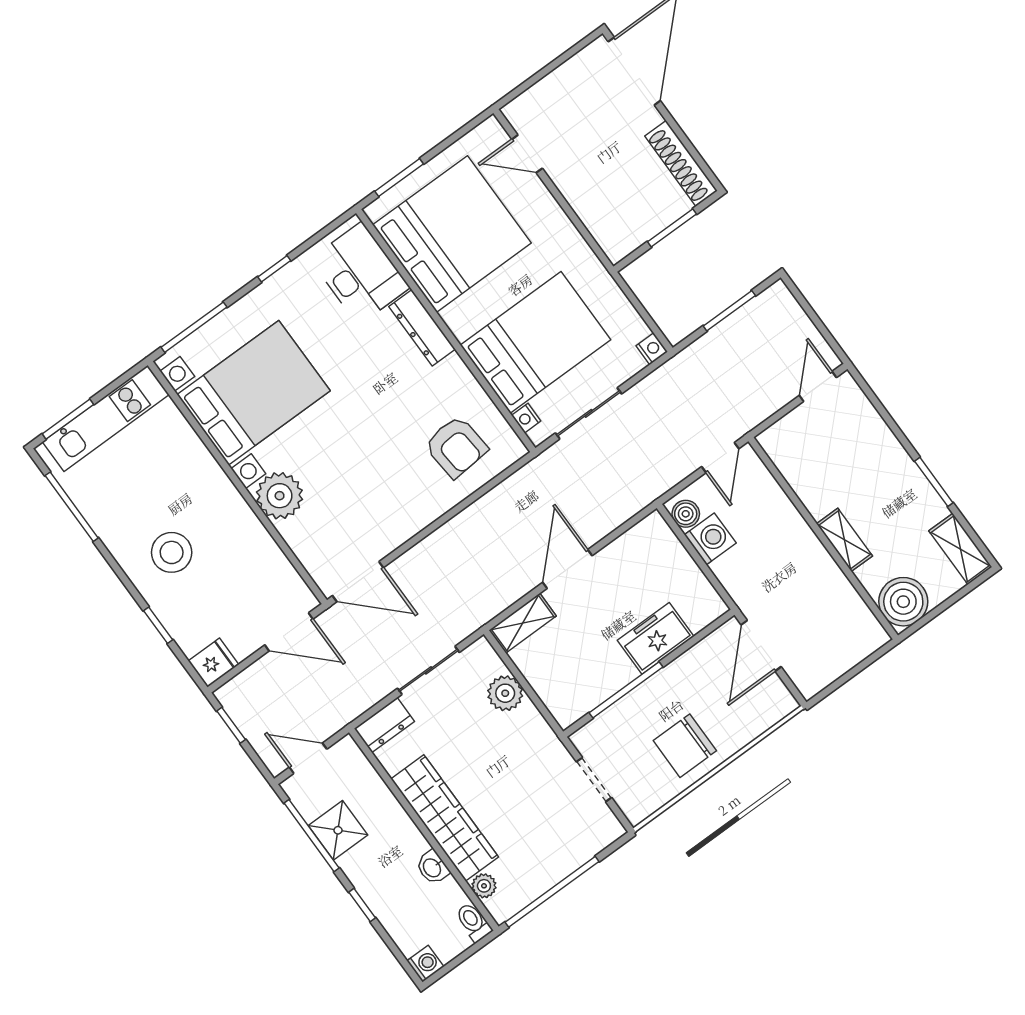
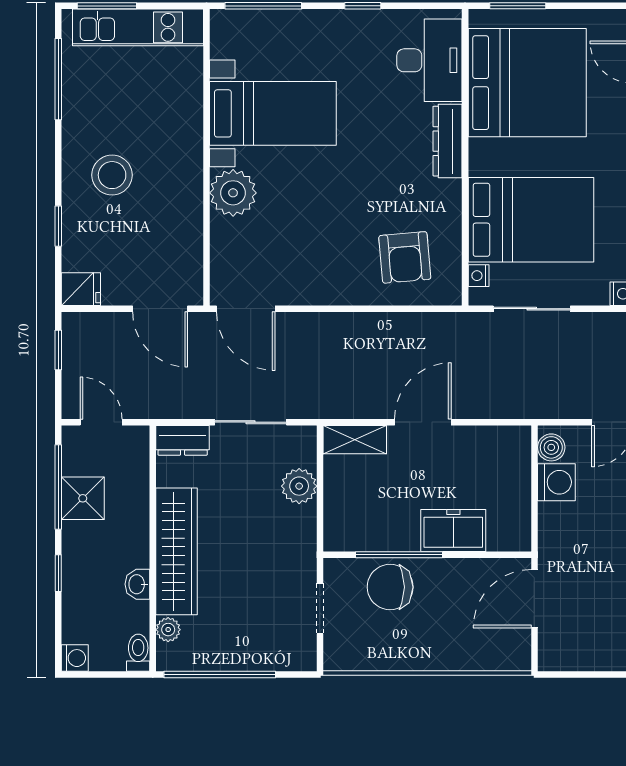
bed with nightstands: (254, 393) -> (273, 113), width x0.73
chair: (685, 746) -> (390, 587), moved

